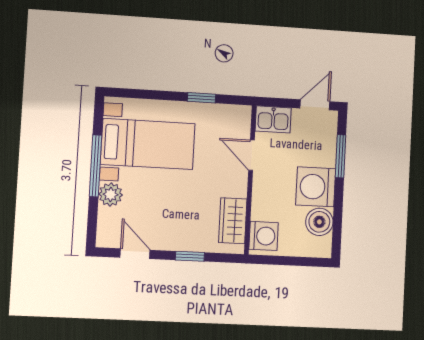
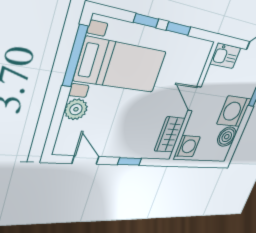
window: (162, 95) -> (146, 21), added
door: (252, 155) -> (194, 99), moved
window: (96, 166) -> (75, 56), moved

